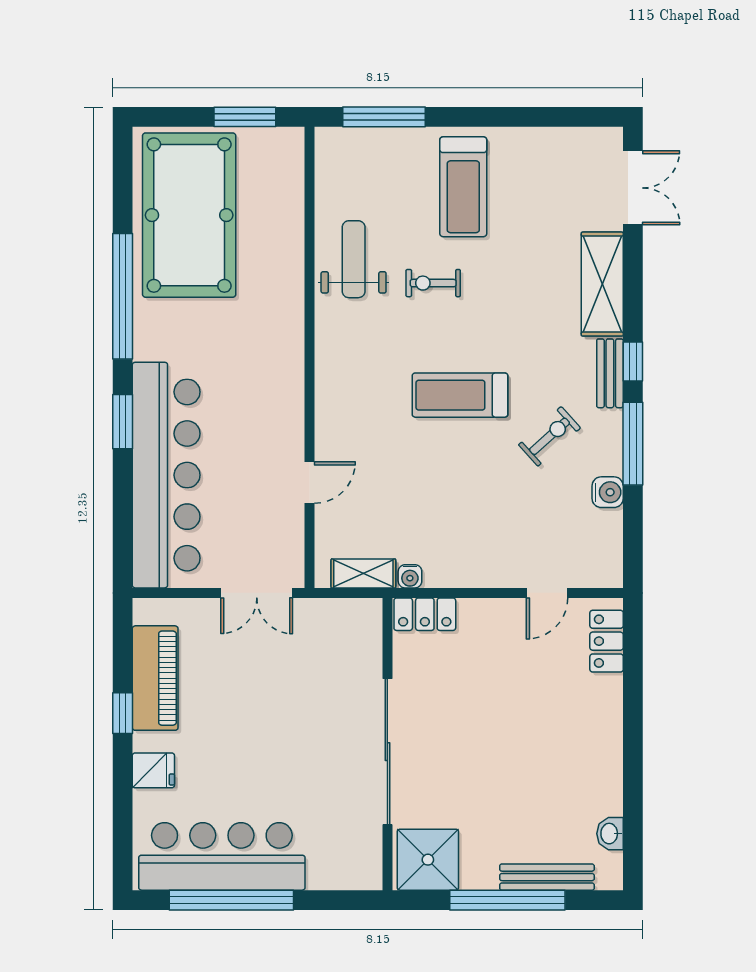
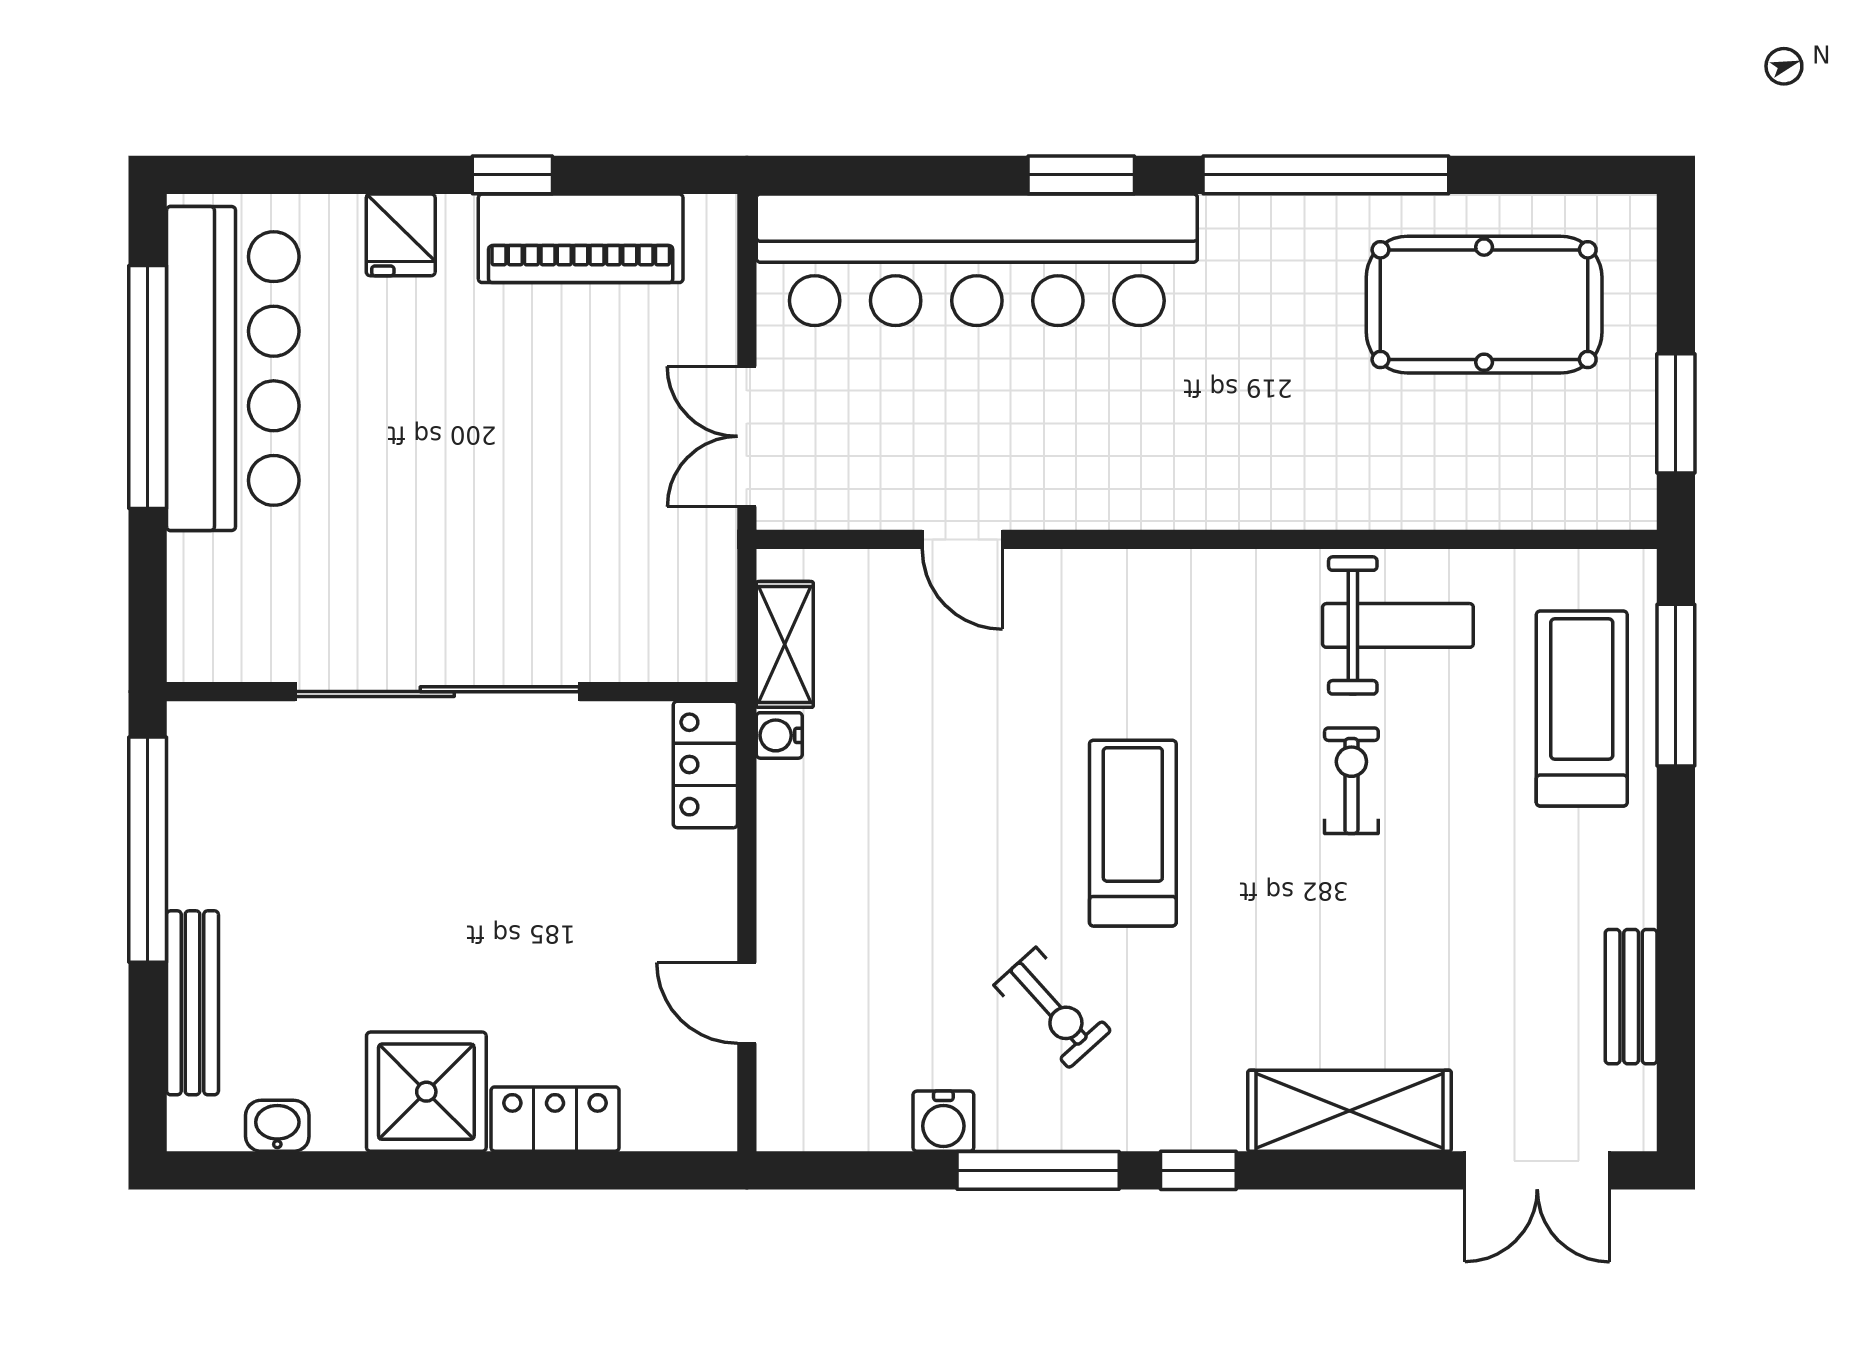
treadmill: (463, 187) -> (1582, 709), moved, turned 90
pool table: (189, 215) -> (1484, 305), width x0.73, depth x0.76
bench: (610, 373) -> (1631, 997), moved, turned 90
locker: (607, 641) -> (555, 1119), moved
shower: (428, 860) -> (426, 1092), moved
window: (507, 900) -> (148, 850), moved

